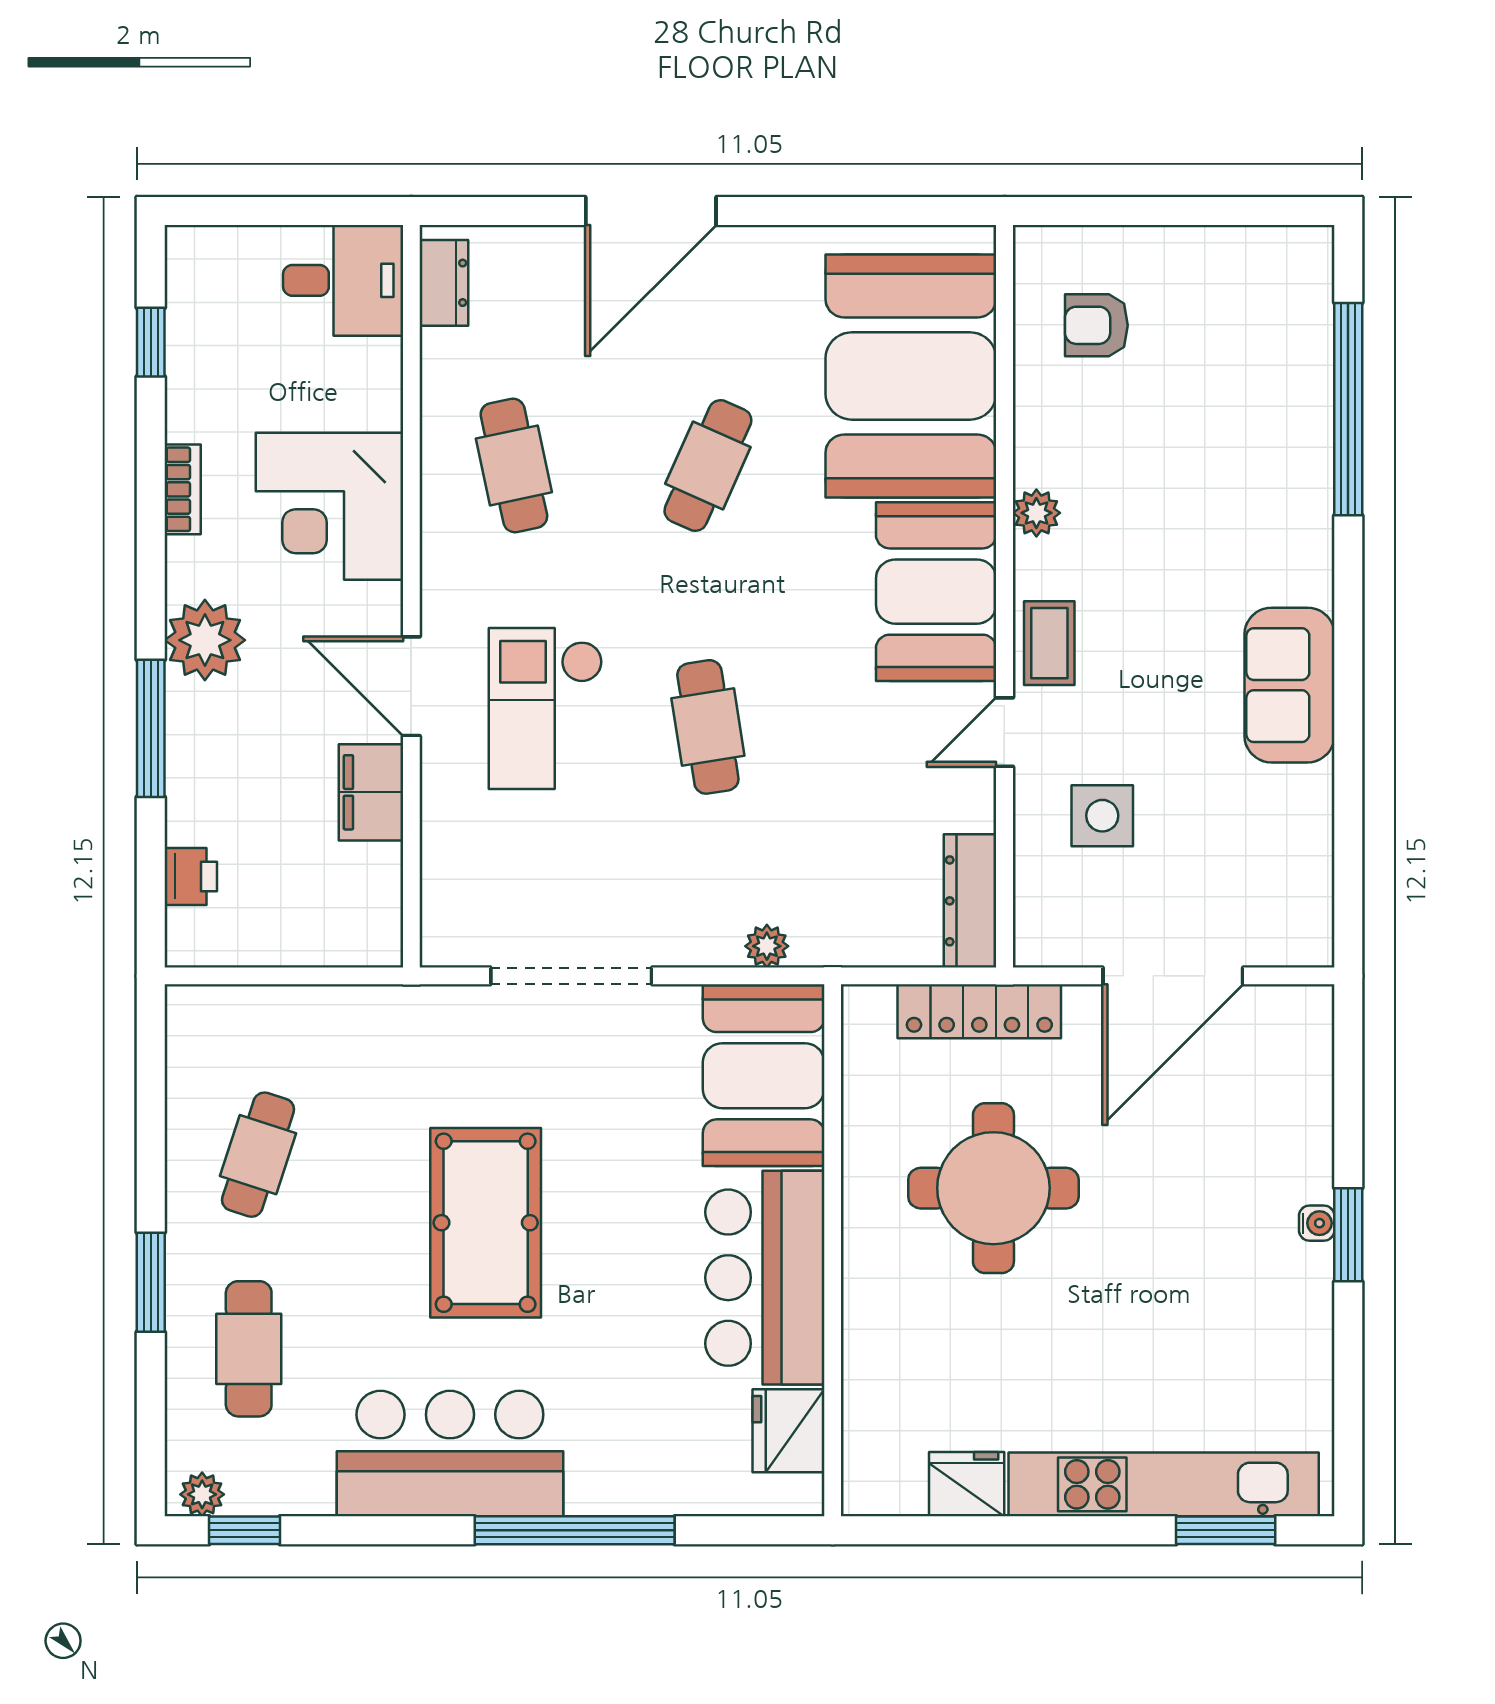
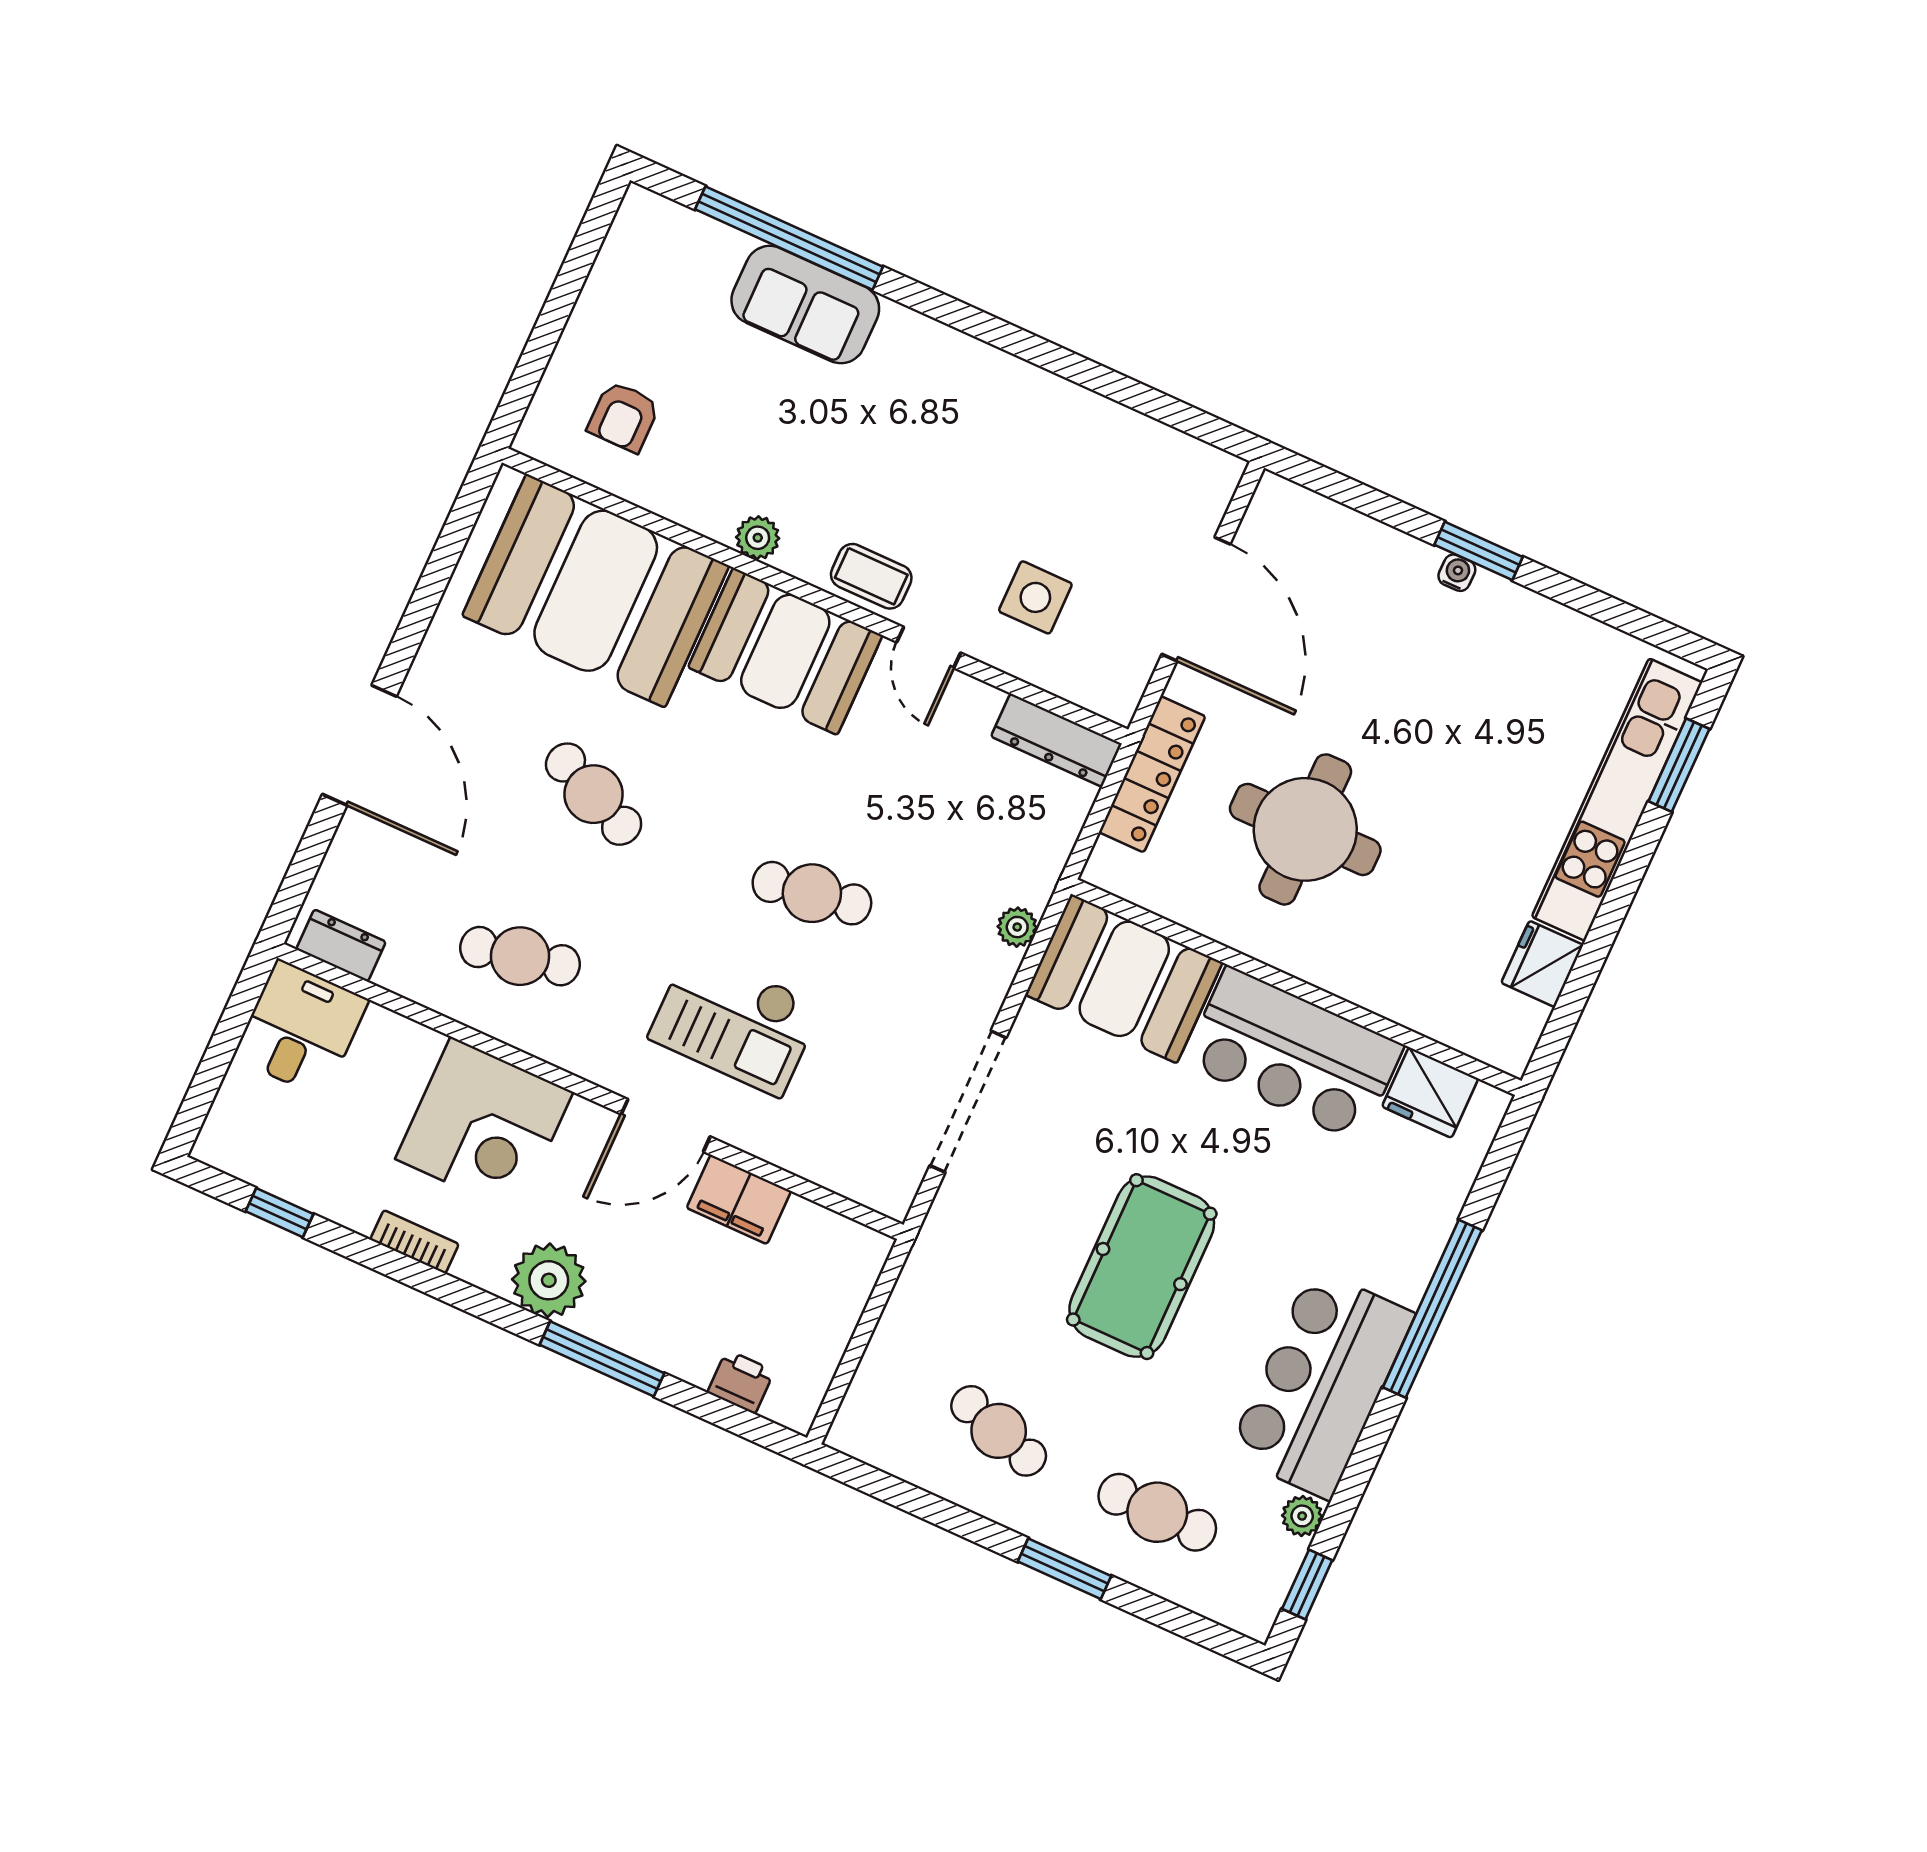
sofa: (1289, 685) -> (805, 305), moved
pool table: (486, 1223) -> (1142, 1267), turned 90
plant: (202, 1494) -> (1302, 1516), moved

